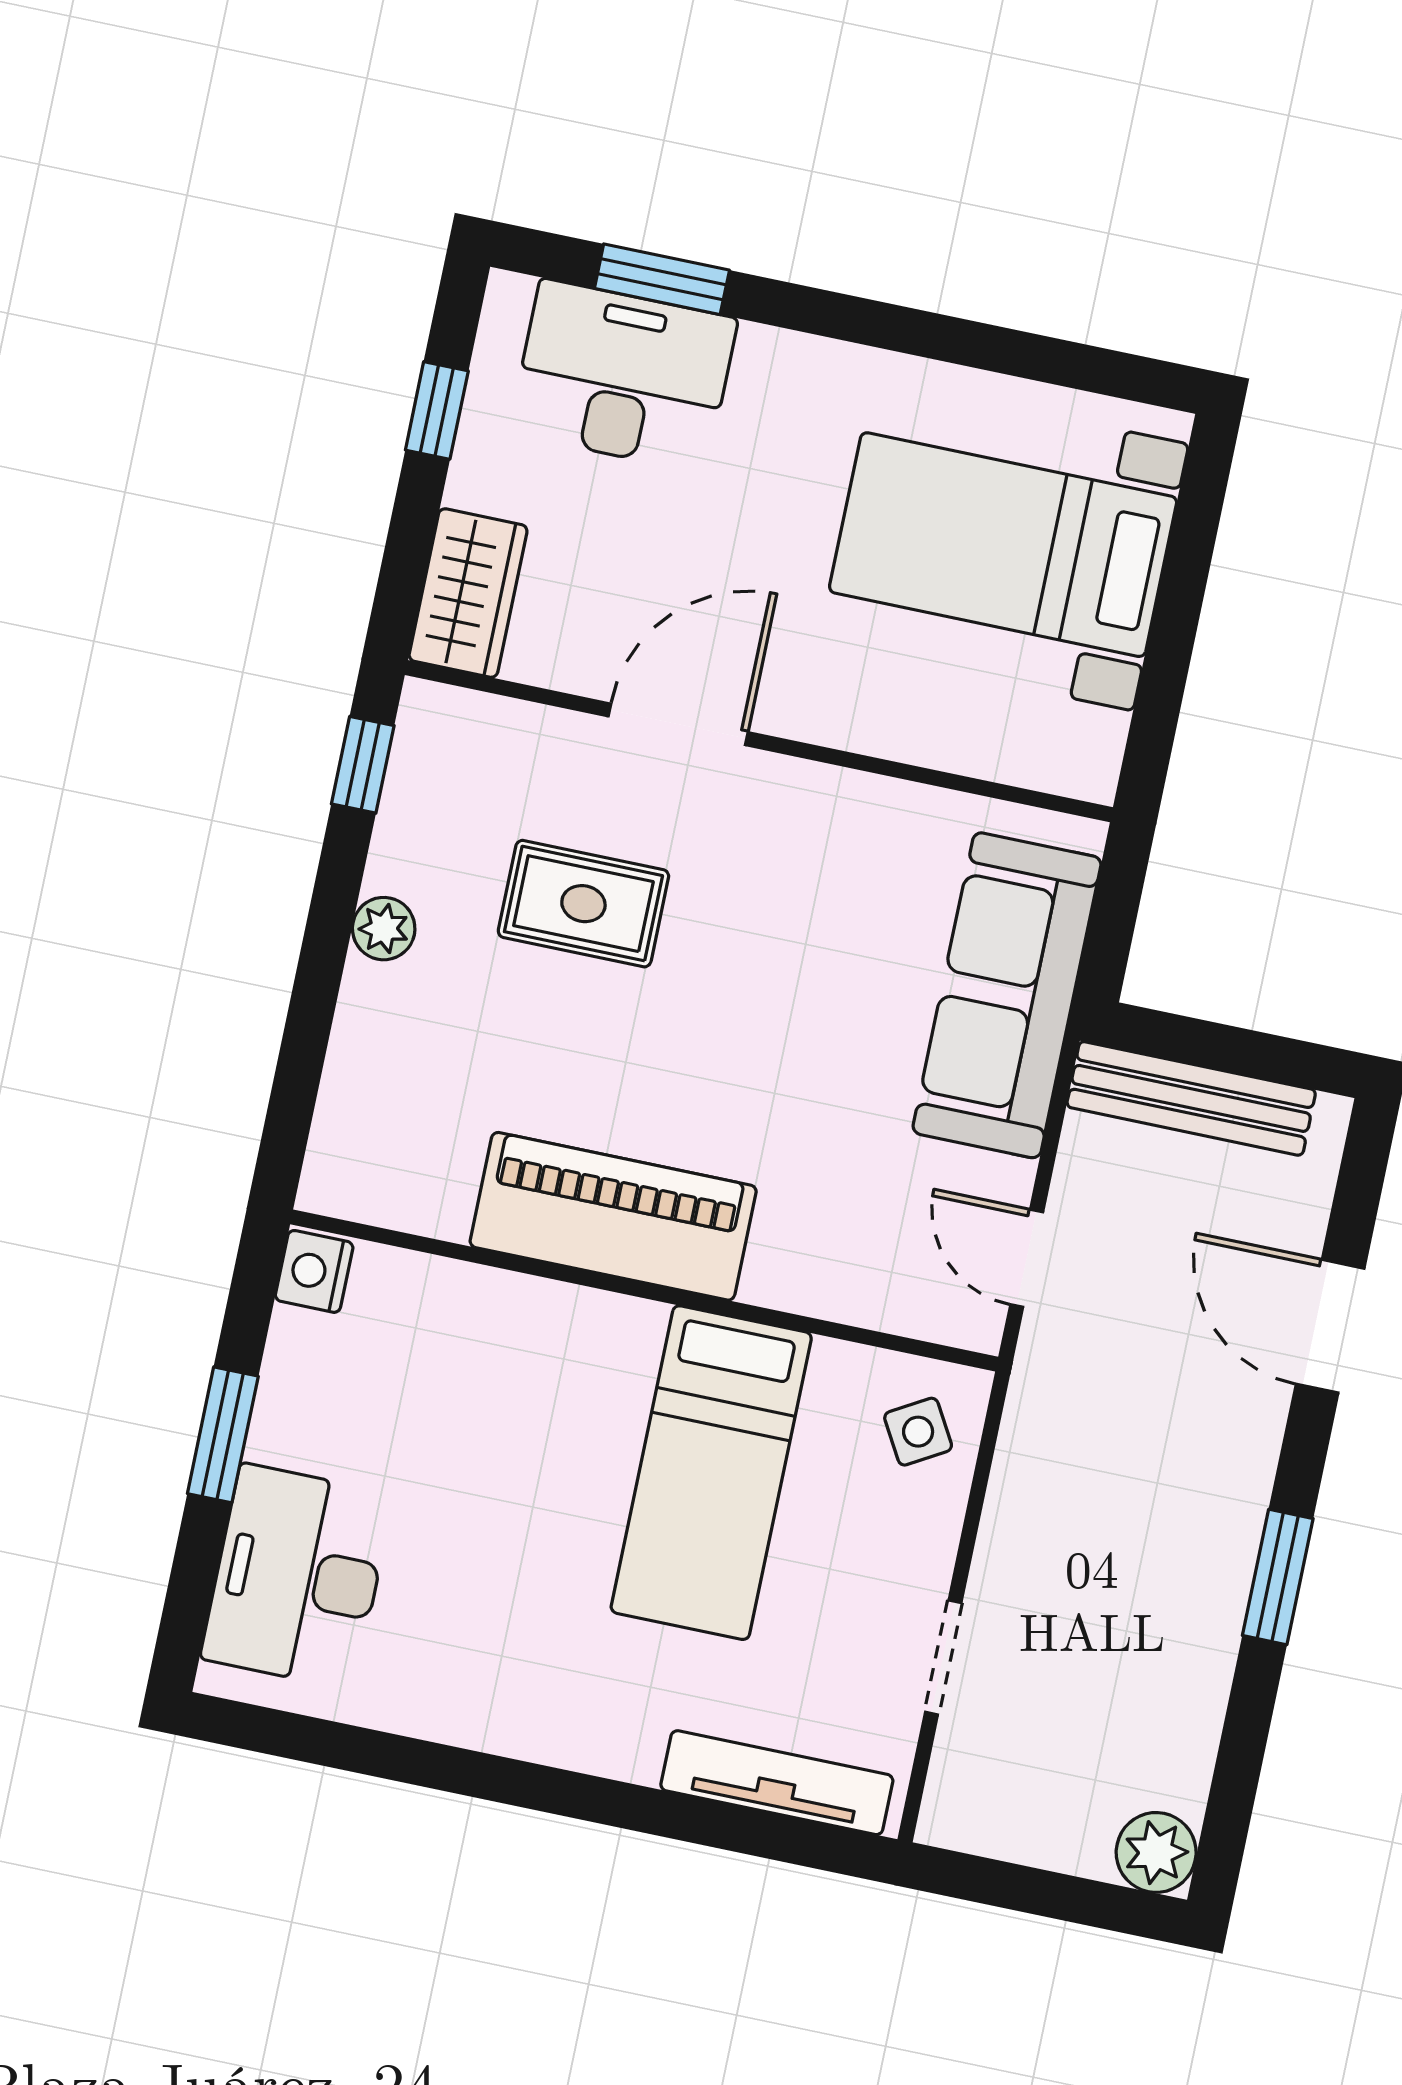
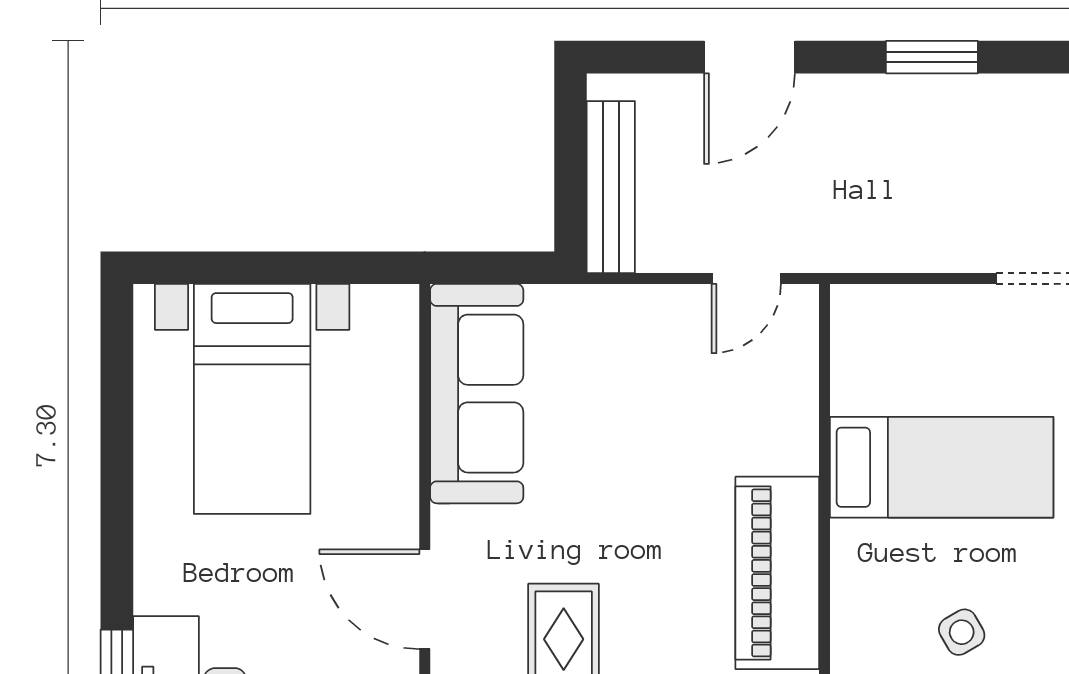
sofa: (1007, 995) -> (477, 394), moved, turned -90
side table: (918, 1432) -> (962, 632), moved

